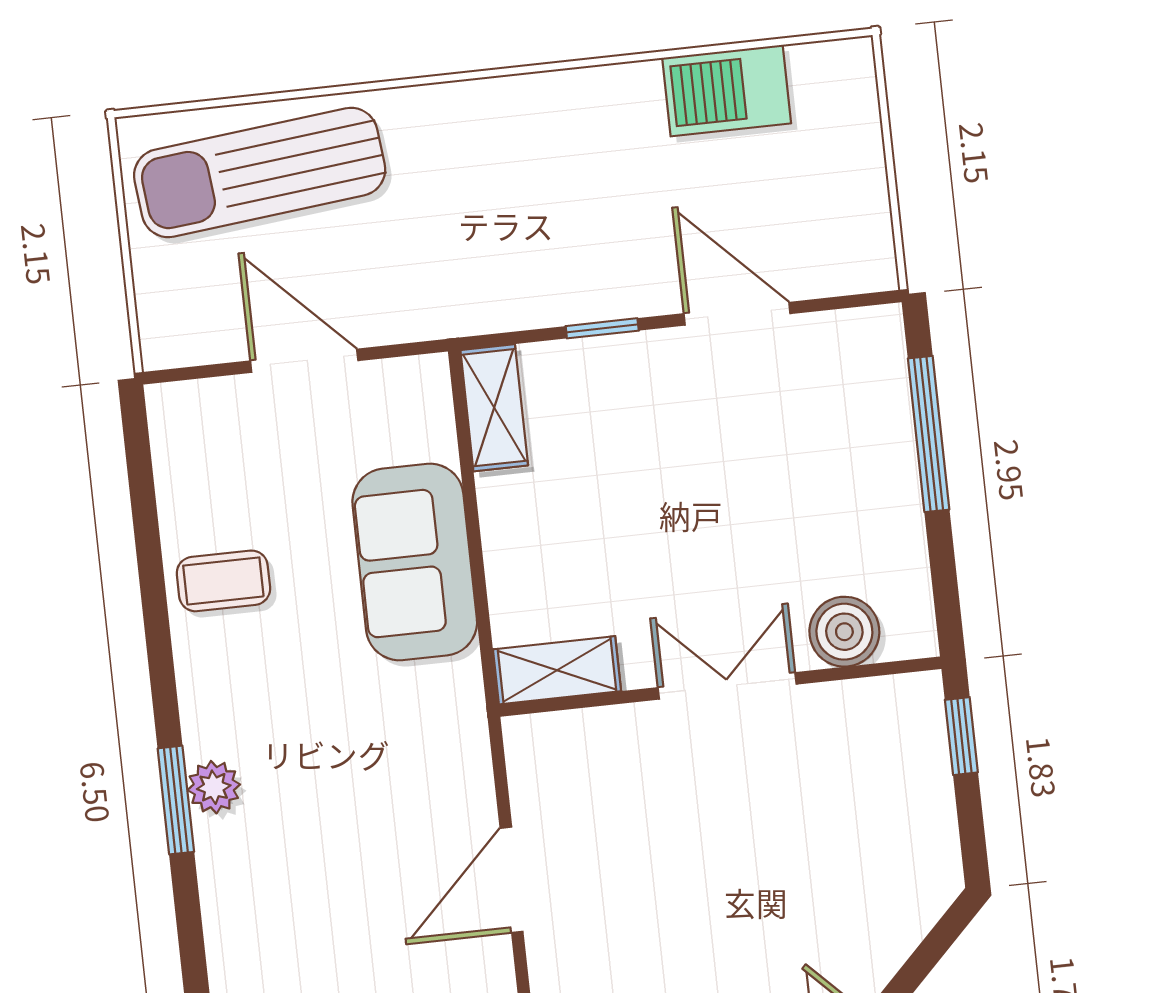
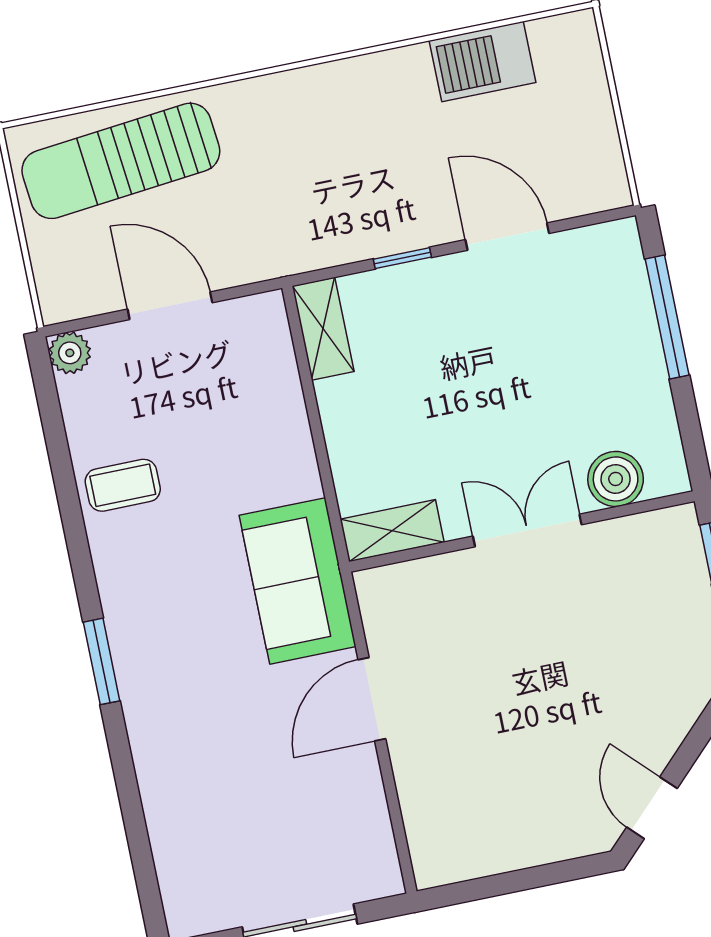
sofa: (415, 562) -> (298, 581), moved
plant: (214, 787) -> (70, 353), moved

